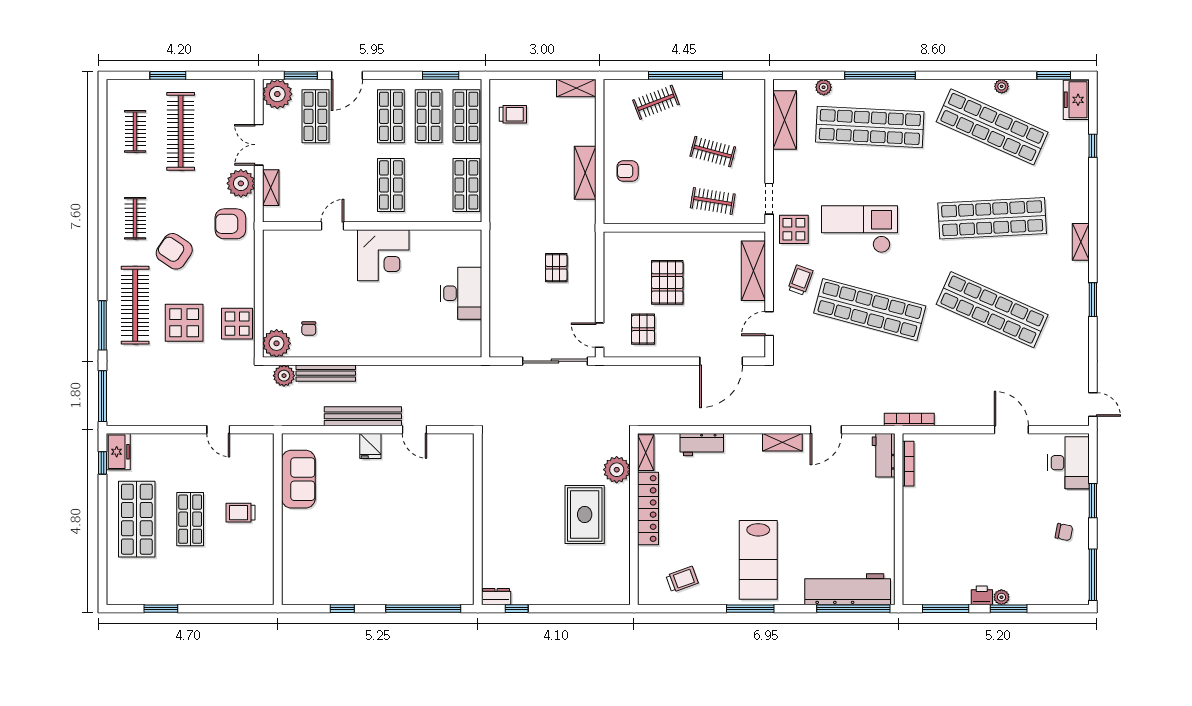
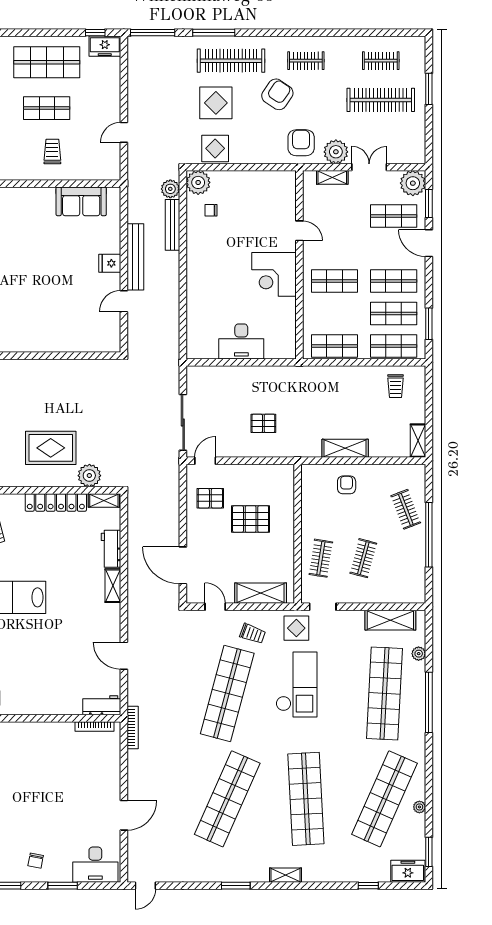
shelving: (782, 442) -> (113, 586), moved

